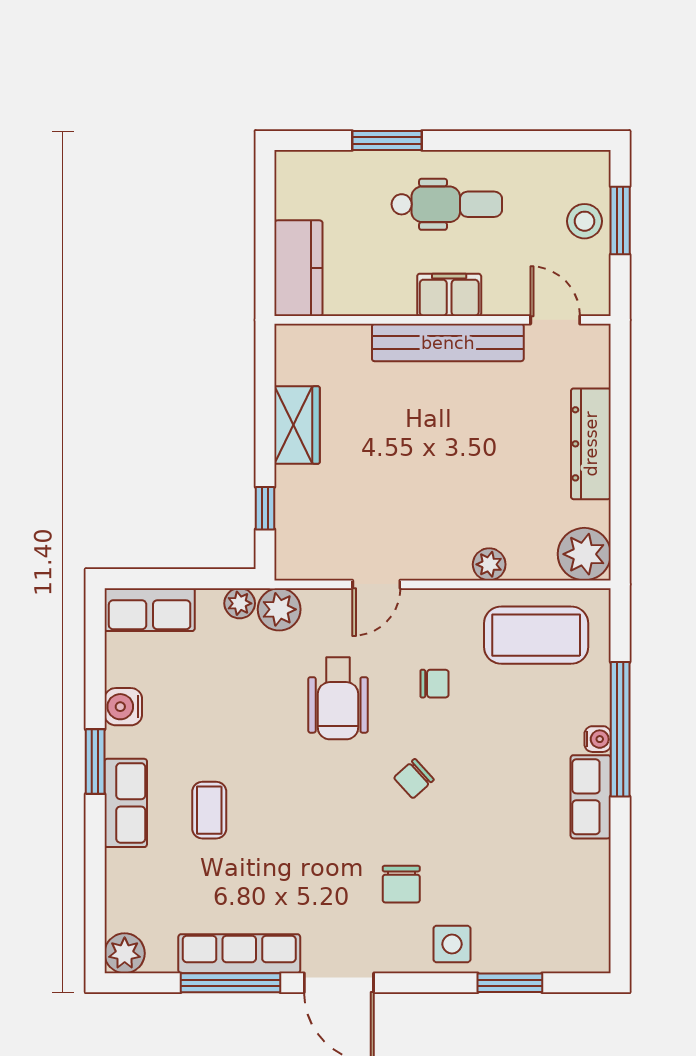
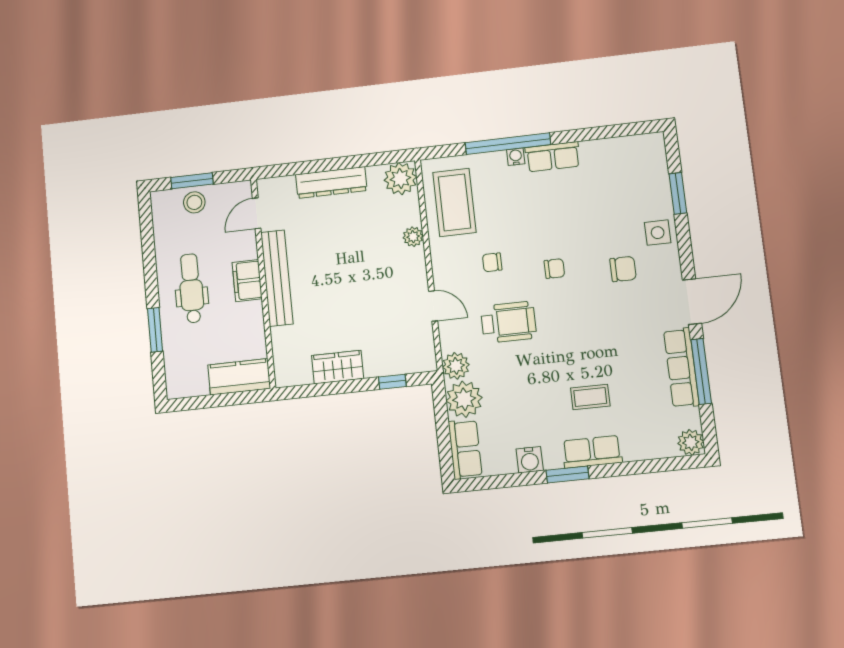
plant: (240, 603) -> (464, 399), width x1.87, depth x1.87
chair: (434, 684) -> (492, 262), turned -90
chair: (414, 779) -> (554, 269), turned -48

